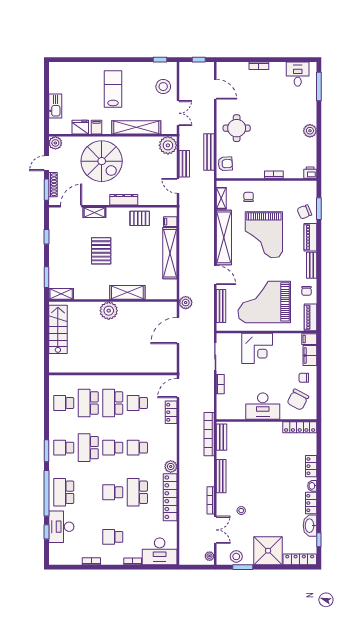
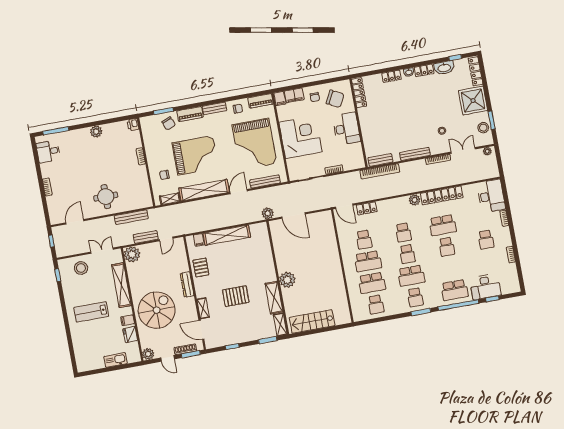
armchair: (225, 164) -> (139, 201), removed
shelving: (127, 292) -> (274, 298), moved
corner desk: (257, 348) -> (300, 137), width x1.36, depth x1.36

